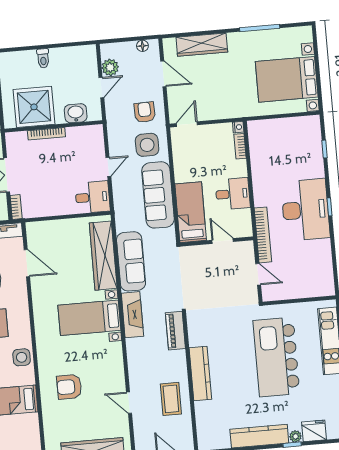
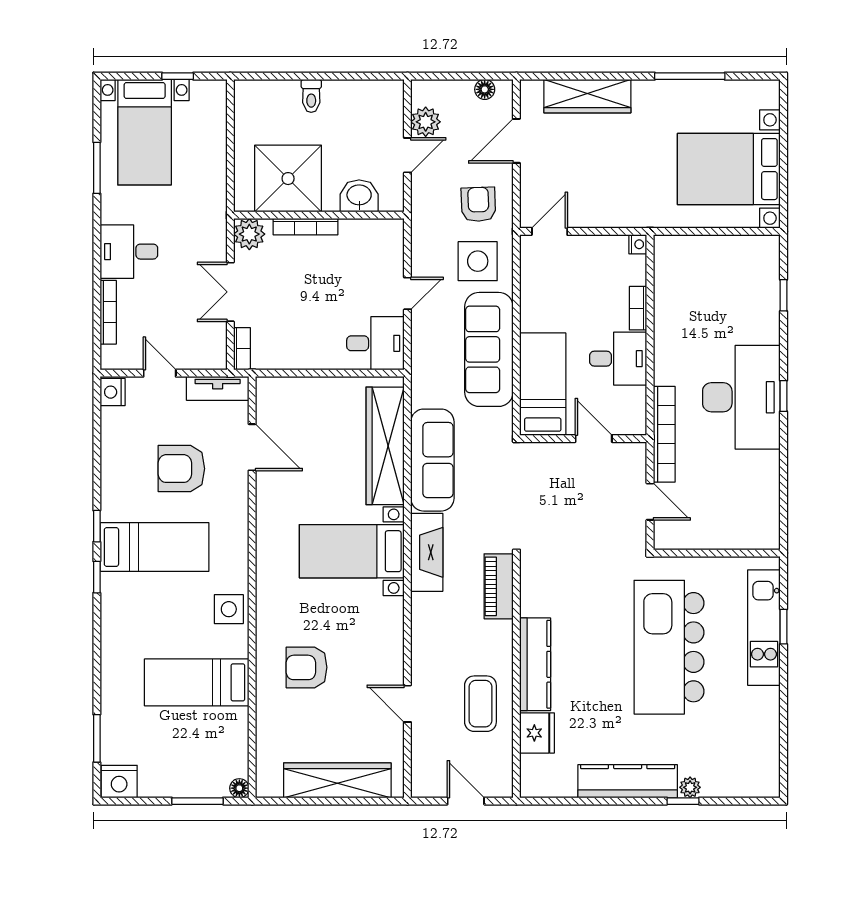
door: (163, 74) -> (516, 141), swing flipped
plant: (14, 141) -> (249, 234), added
bookcase: (240, 146) -> (638, 308), moved
fridge: (314, 431) -> (537, 733), moved, turned 90

